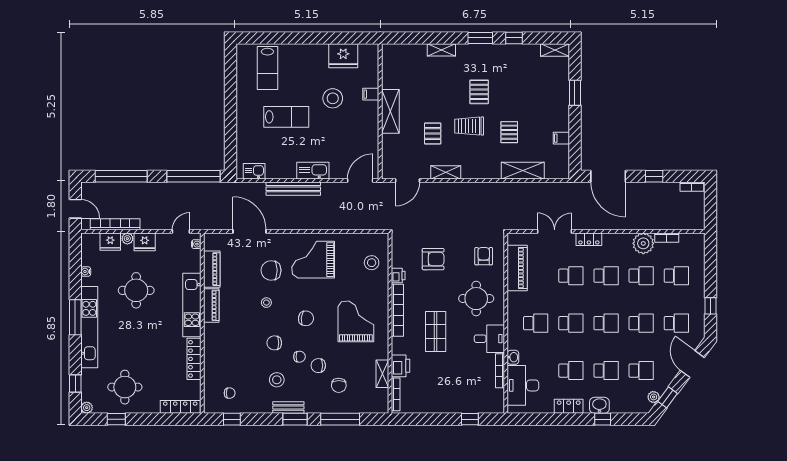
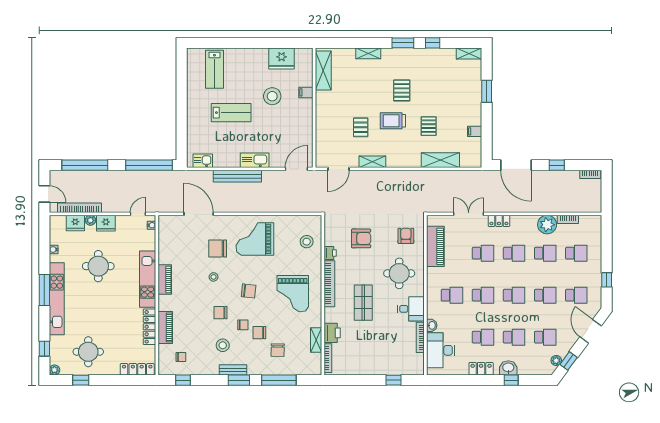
shelving: (390, 111) -> (323, 71), moved
piano: (212, 269) -> (165, 327), moved
grand piano: (356, 321) -> (293, 294), turned 180

